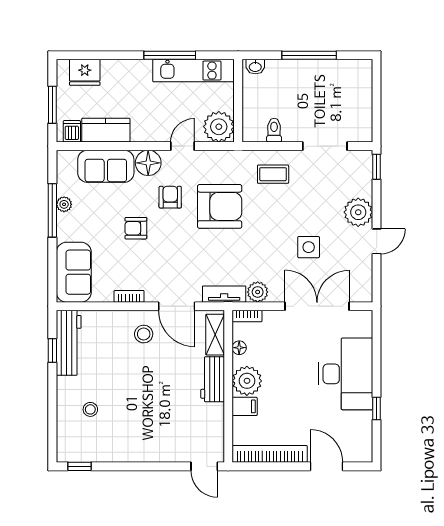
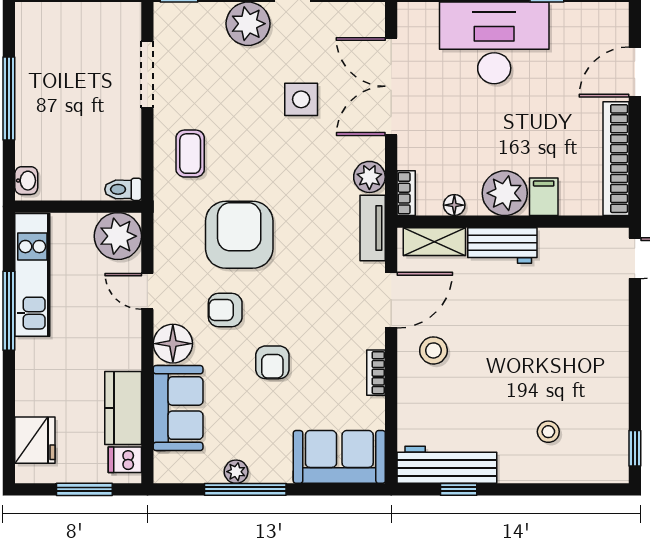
toilet: (274, 130) -> (123, 189), moved

